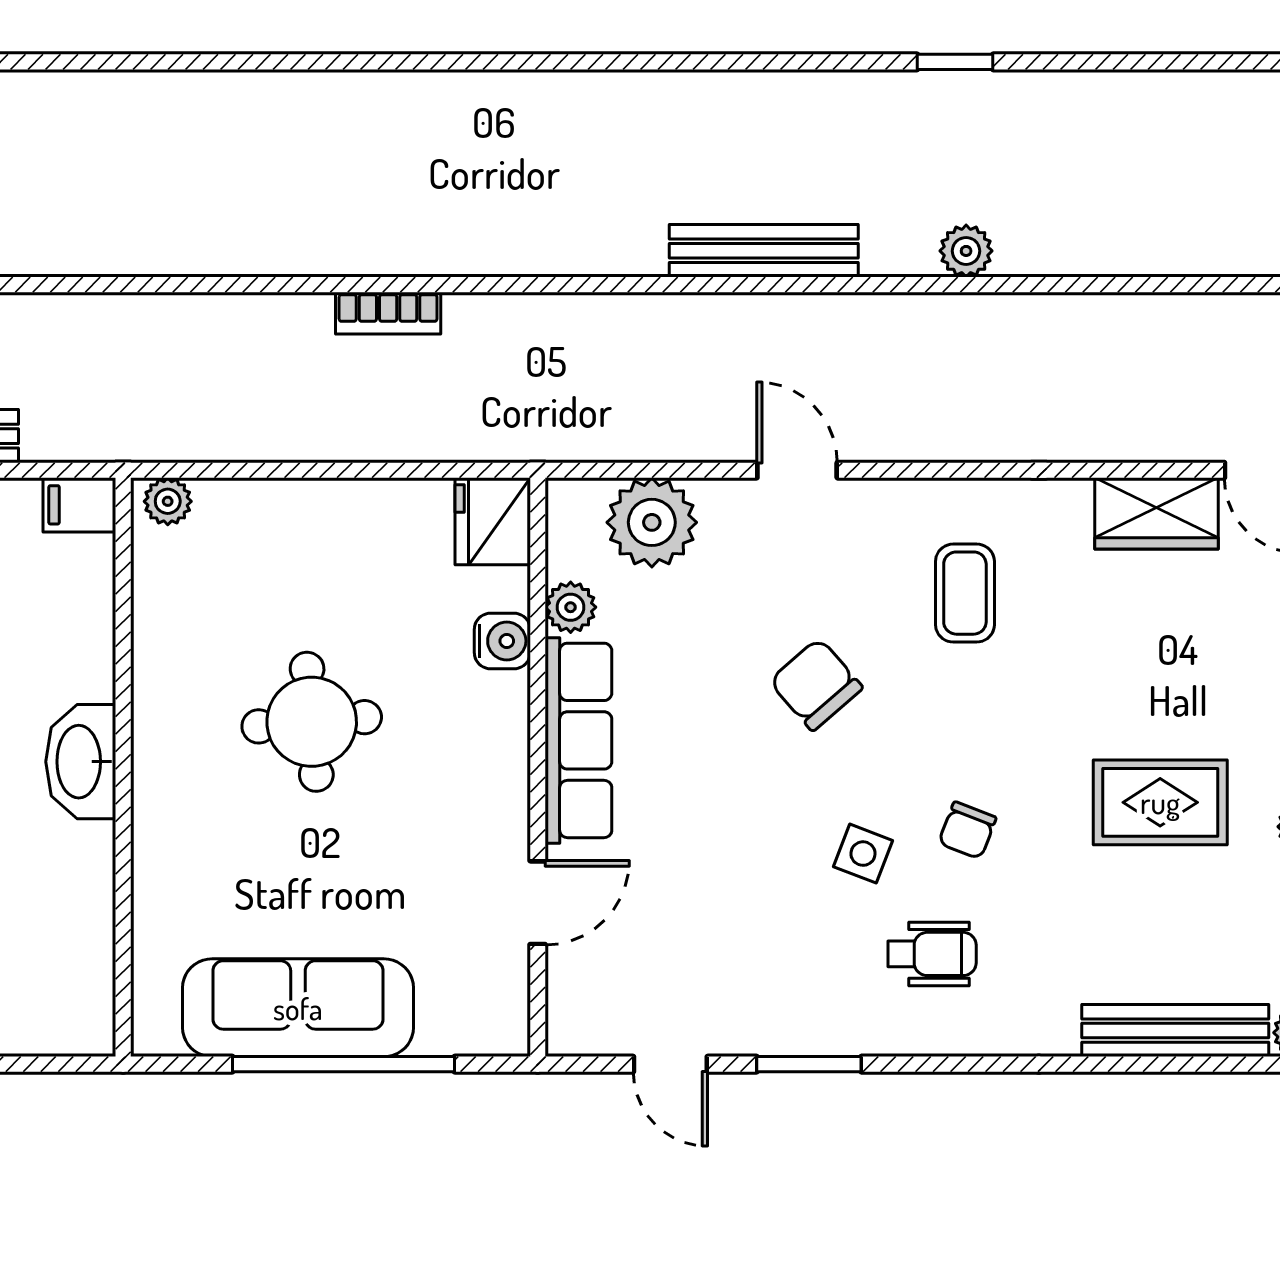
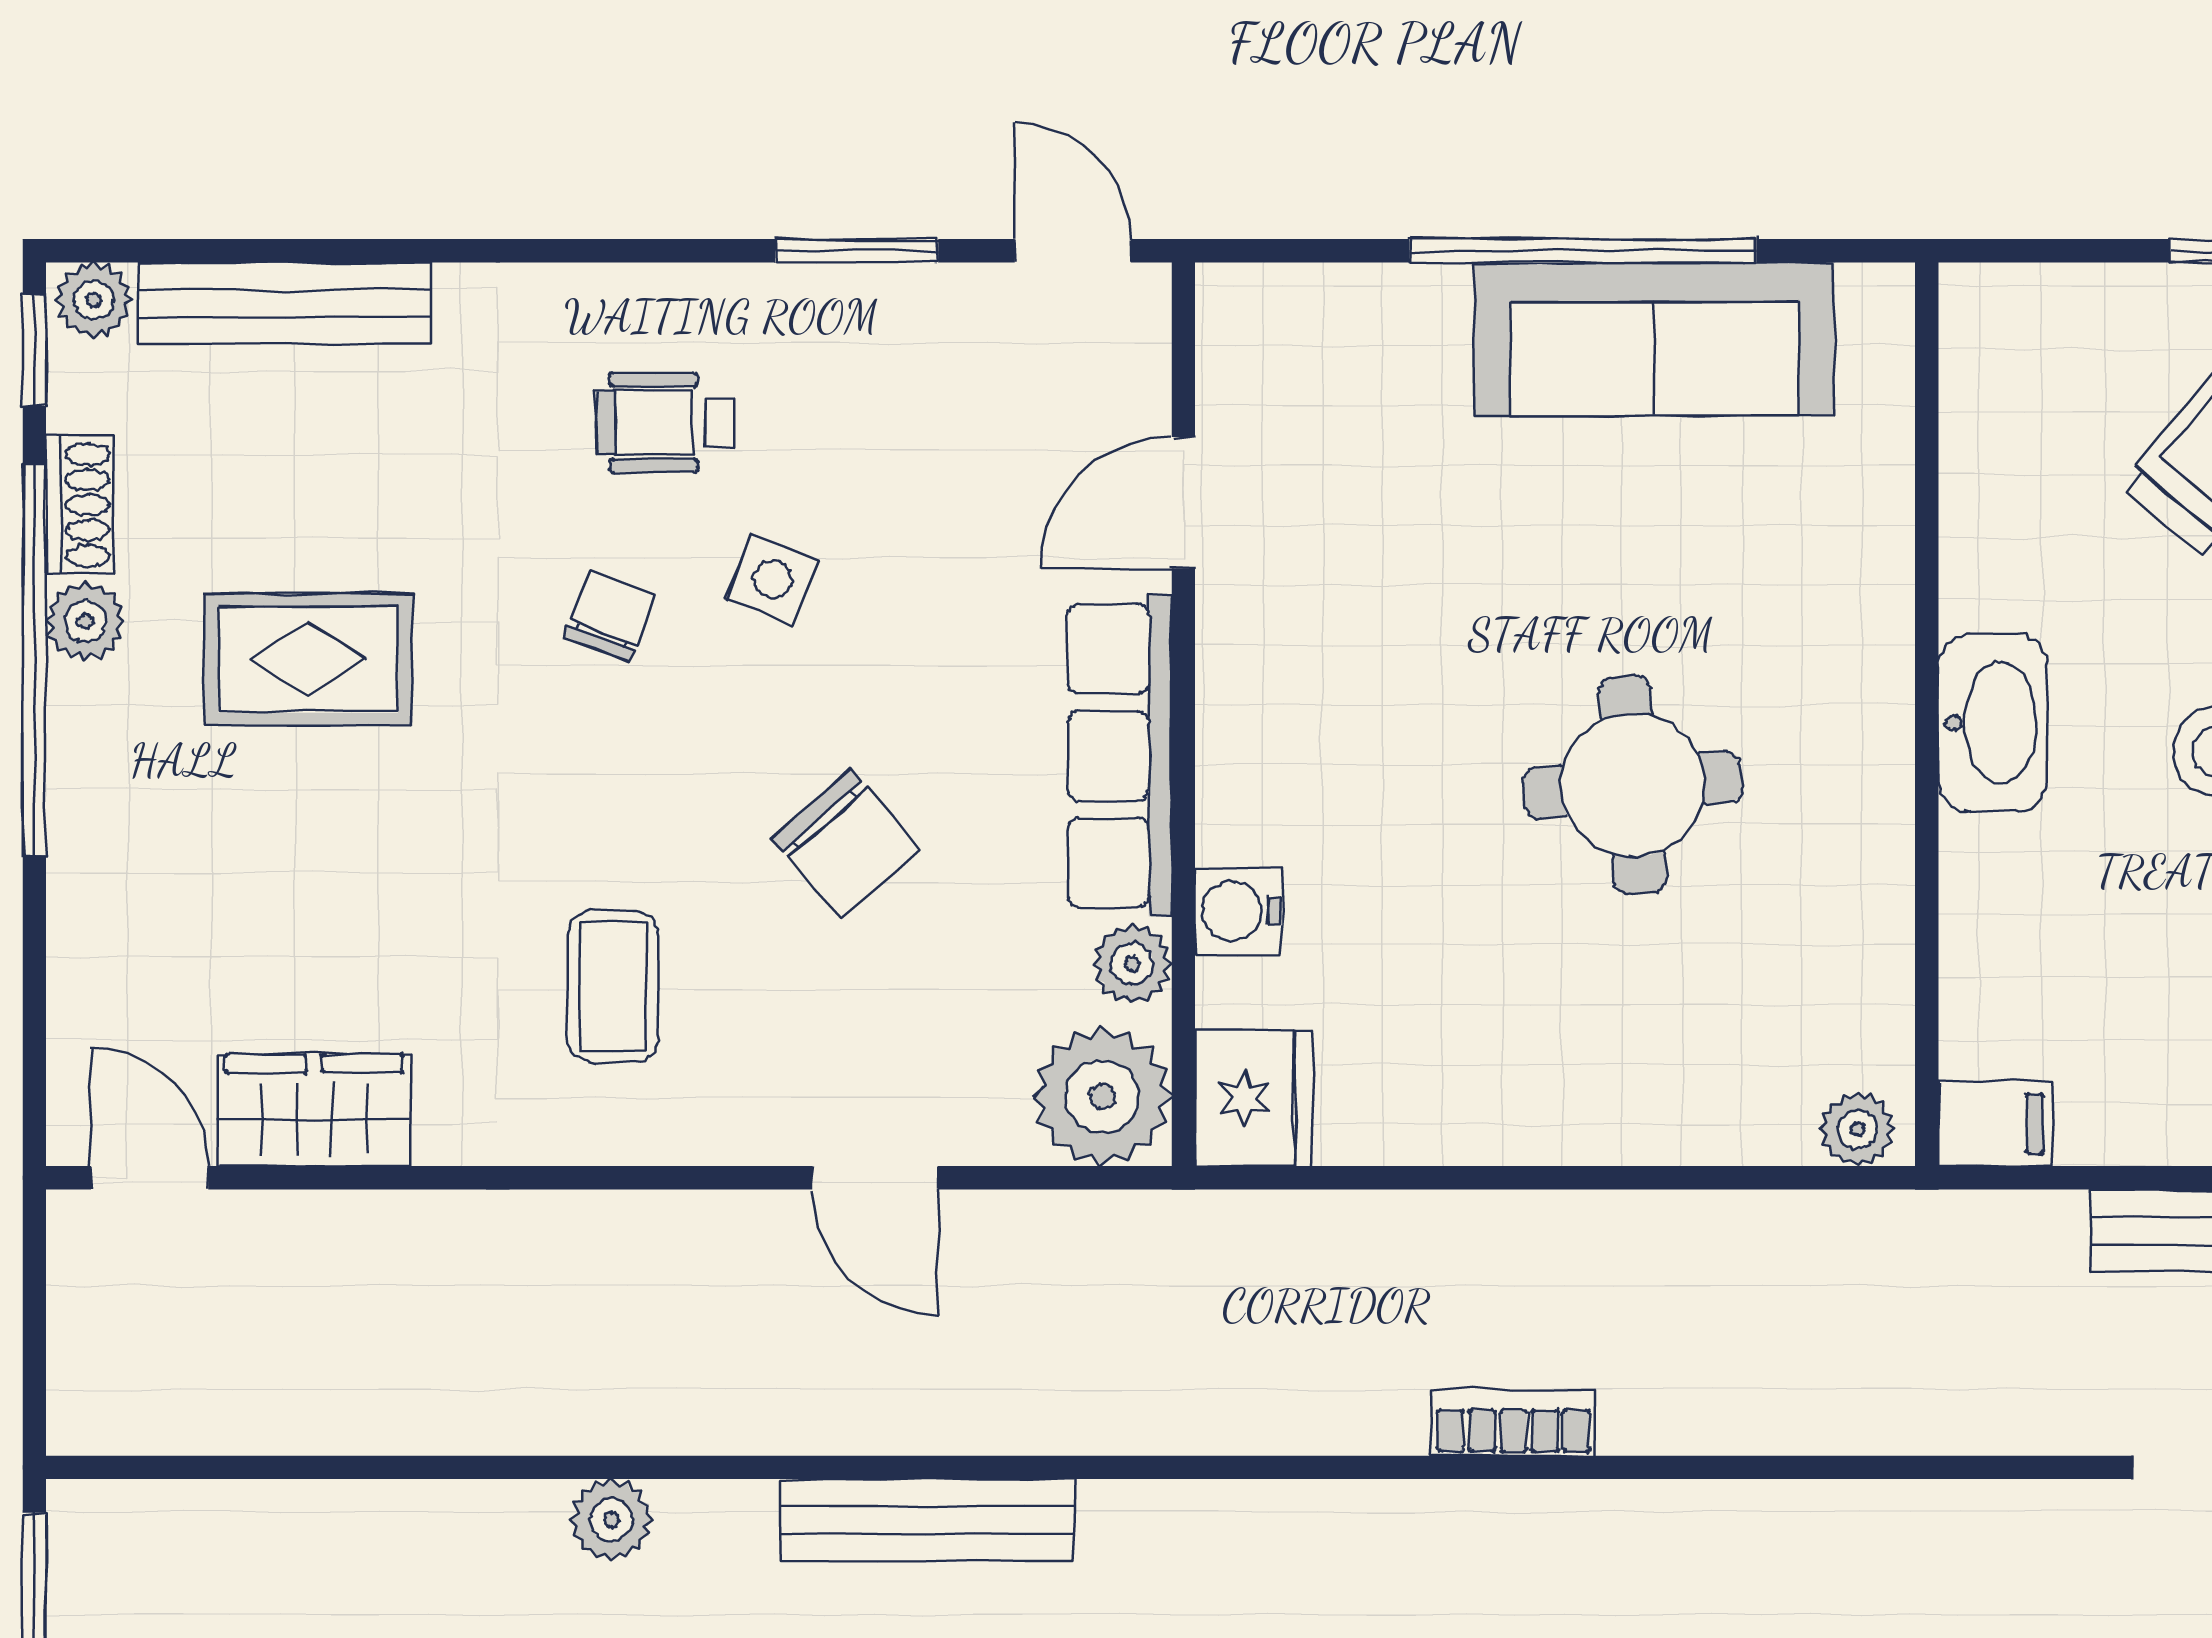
fridge: (493, 521) -> (1254, 1098), moved
plant: (571, 607) -> (1132, 964), moved
water cooler: (502, 641) -> (1239, 911), moved
row of seats: (578, 740) -> (1120, 756), moved
wall: (538, 767) -> (1183, 714), moved
door: (538, 903) -> (1183, 503), moved

